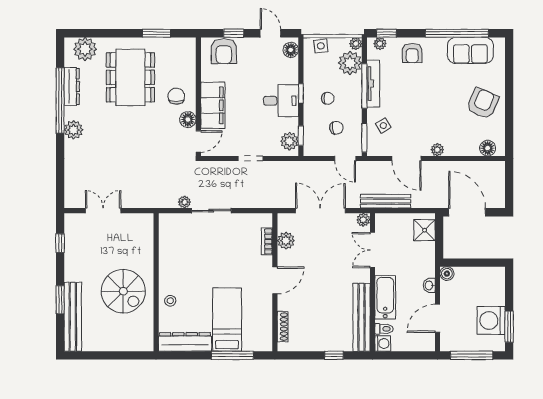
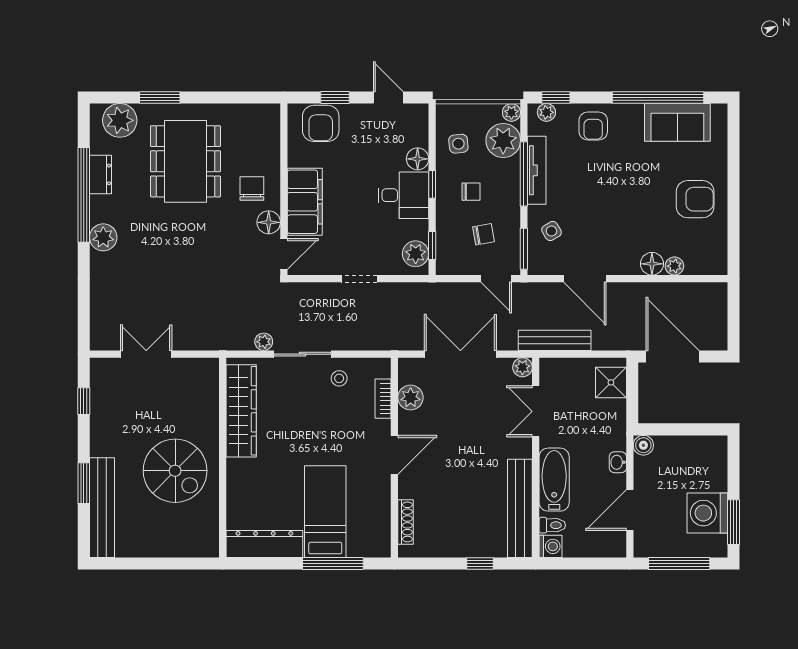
window: (156, 33) -> (160, 97), moved
side table: (321, 46) -> (458, 144), moved
floor lamp: (291, 50) -> (418, 159), moved
dresser: (72, 86) -> (100, 174), width x0.70
armchair: (483, 104) -> (695, 199), turned 67
floor lamp: (488, 148) -> (652, 264), moved
plant: (437, 150) -> (674, 266), moved
wardrobe: (169, 250) -> (241, 411), added
stool: (170, 301) -> (339, 378), moved

